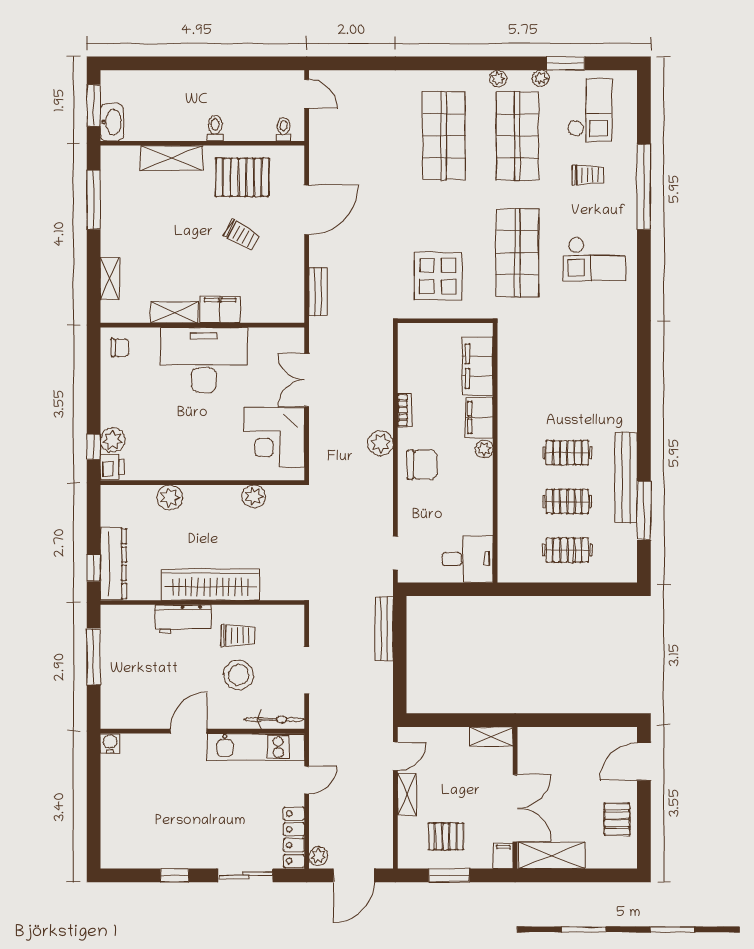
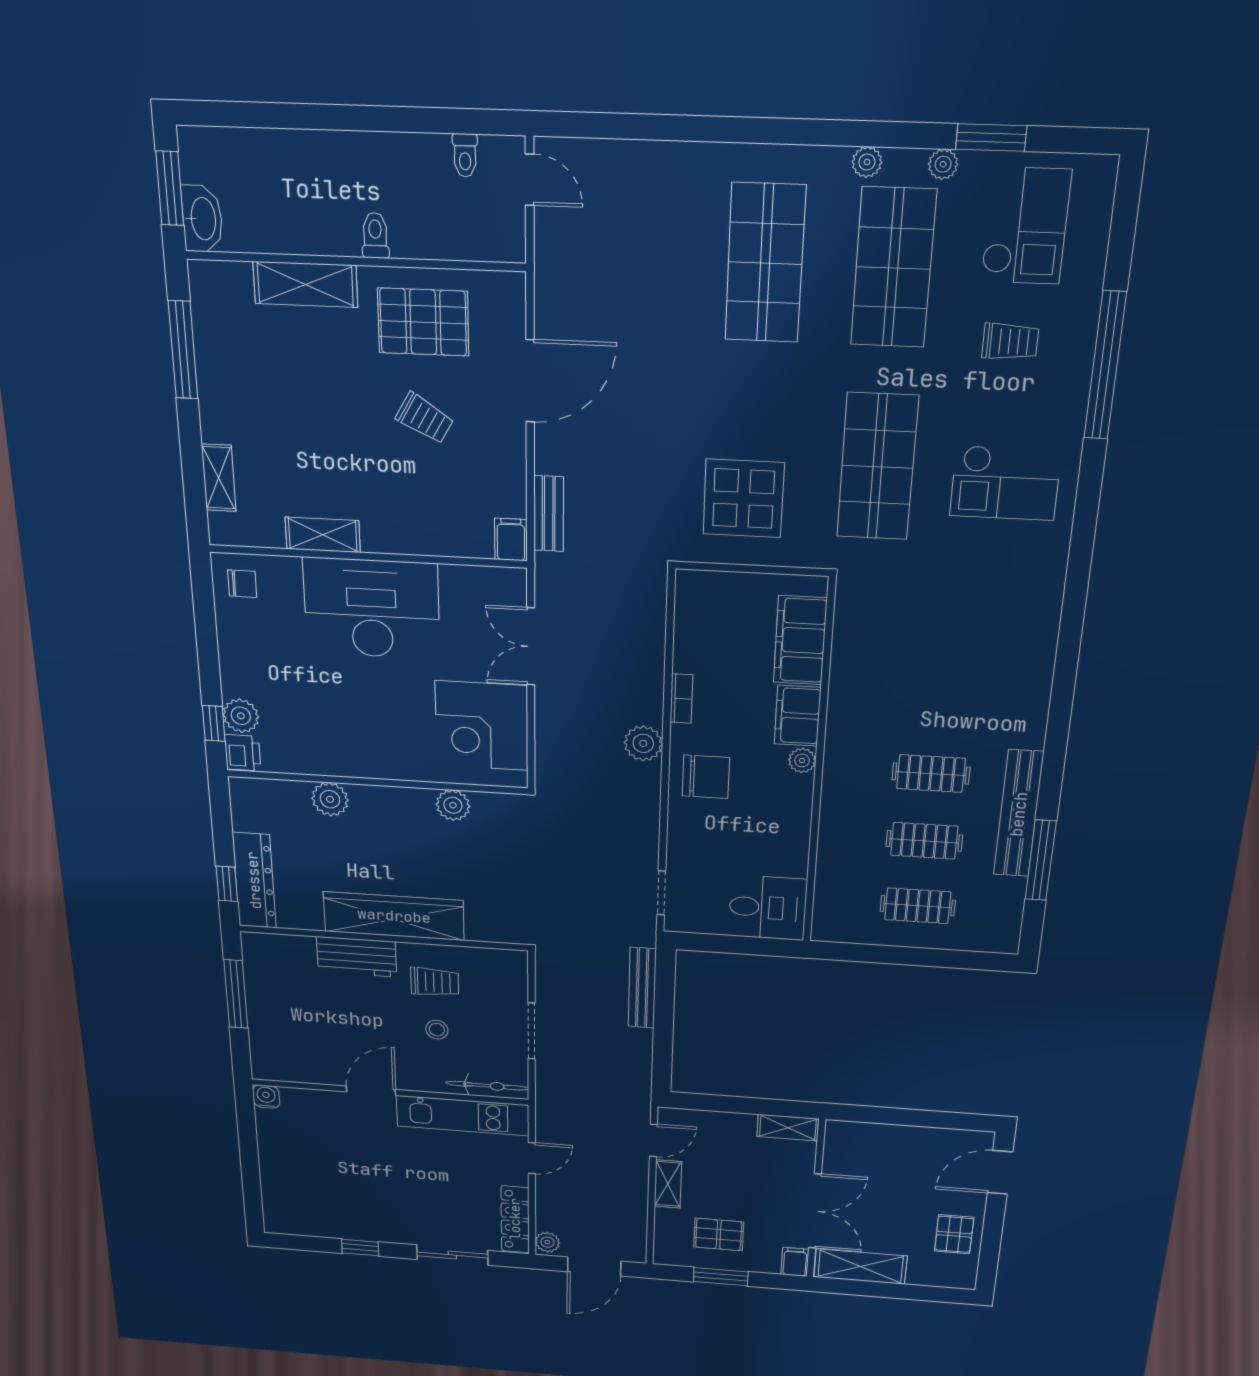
toilet: (284, 129) -> (465, 155), moved, turned 180
filing cabinet: (220, 309) -> (511, 540), moved, width x0.50
stool: (239, 675) -> (437, 1030), width x0.53, depth x0.53

